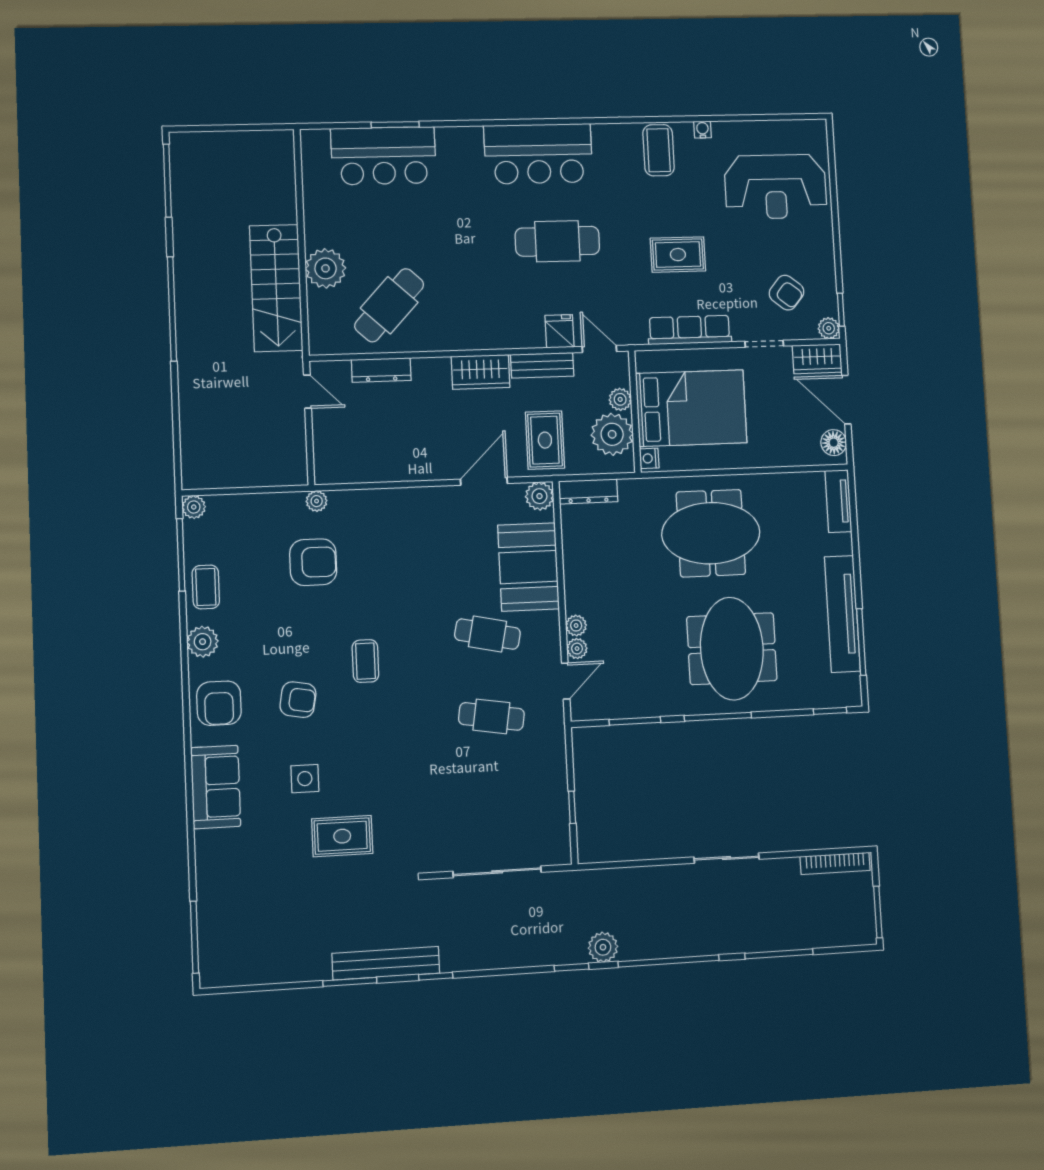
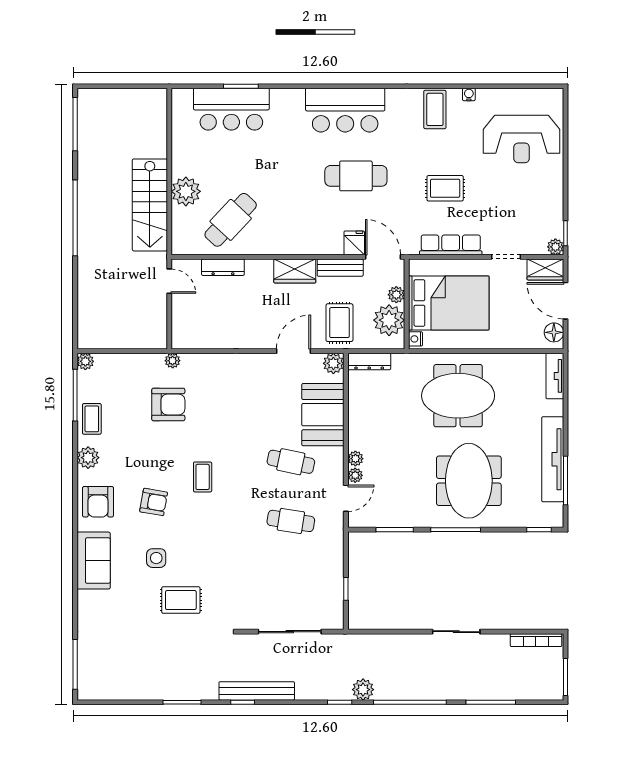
armchair: (787, 293) -> (525, 219), removed
door: (599, 349) -> (383, 257), width x1.38
bench: (386, 963) -> (257, 691), moved

